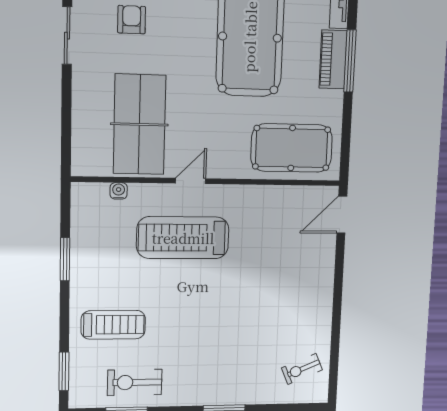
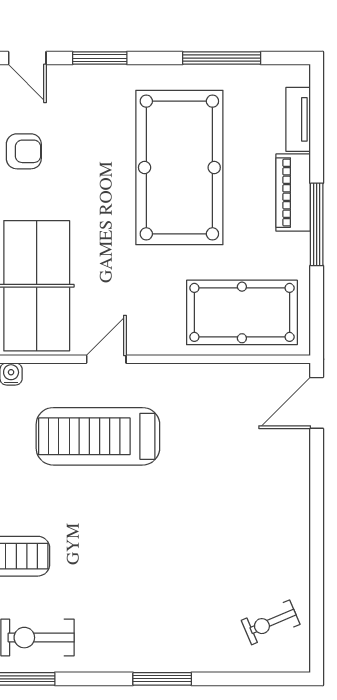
armchair: (132, 20) -> (24, 151), turned 90
window: (350, 61) -> (317, 224), moved

